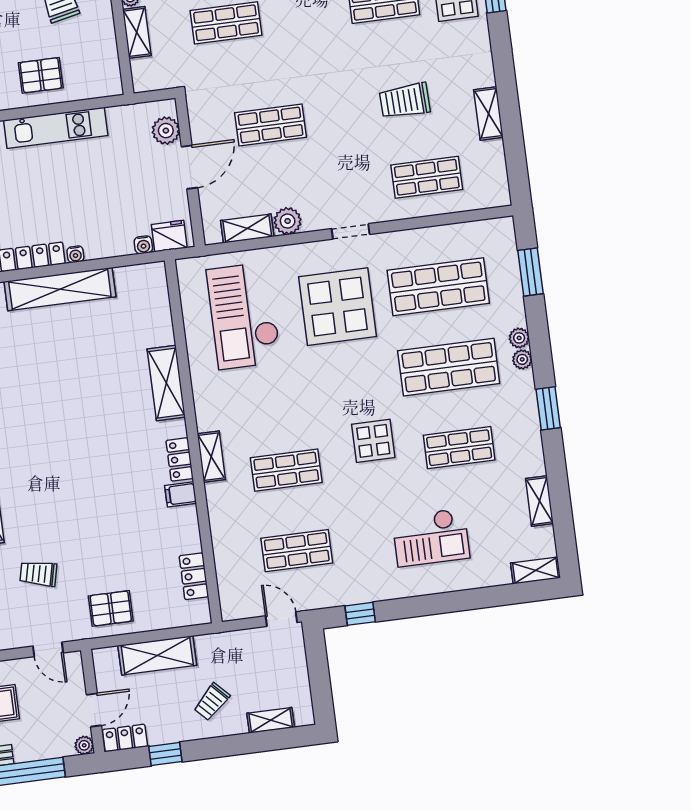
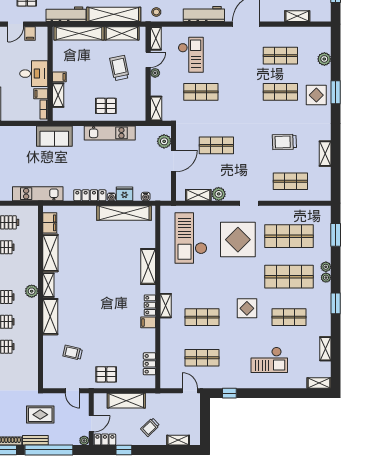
shelving: (137, 32) -> (156, 109), moved
fridge: (169, 236) -> (125, 194), moved
shelving: (60, 289) -> (124, 213), moved

